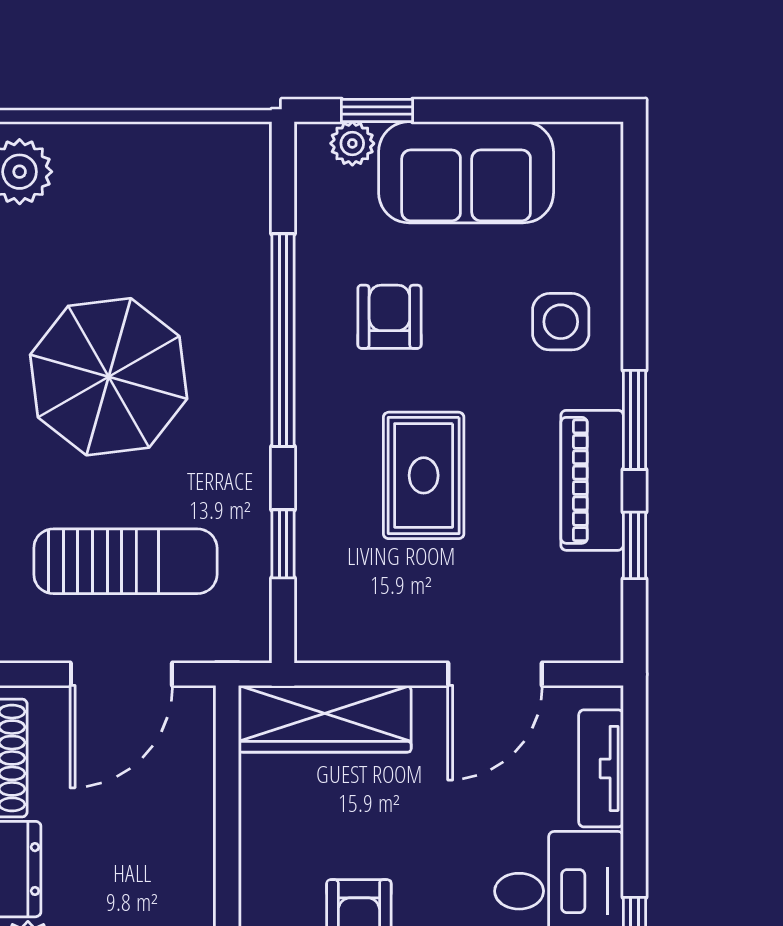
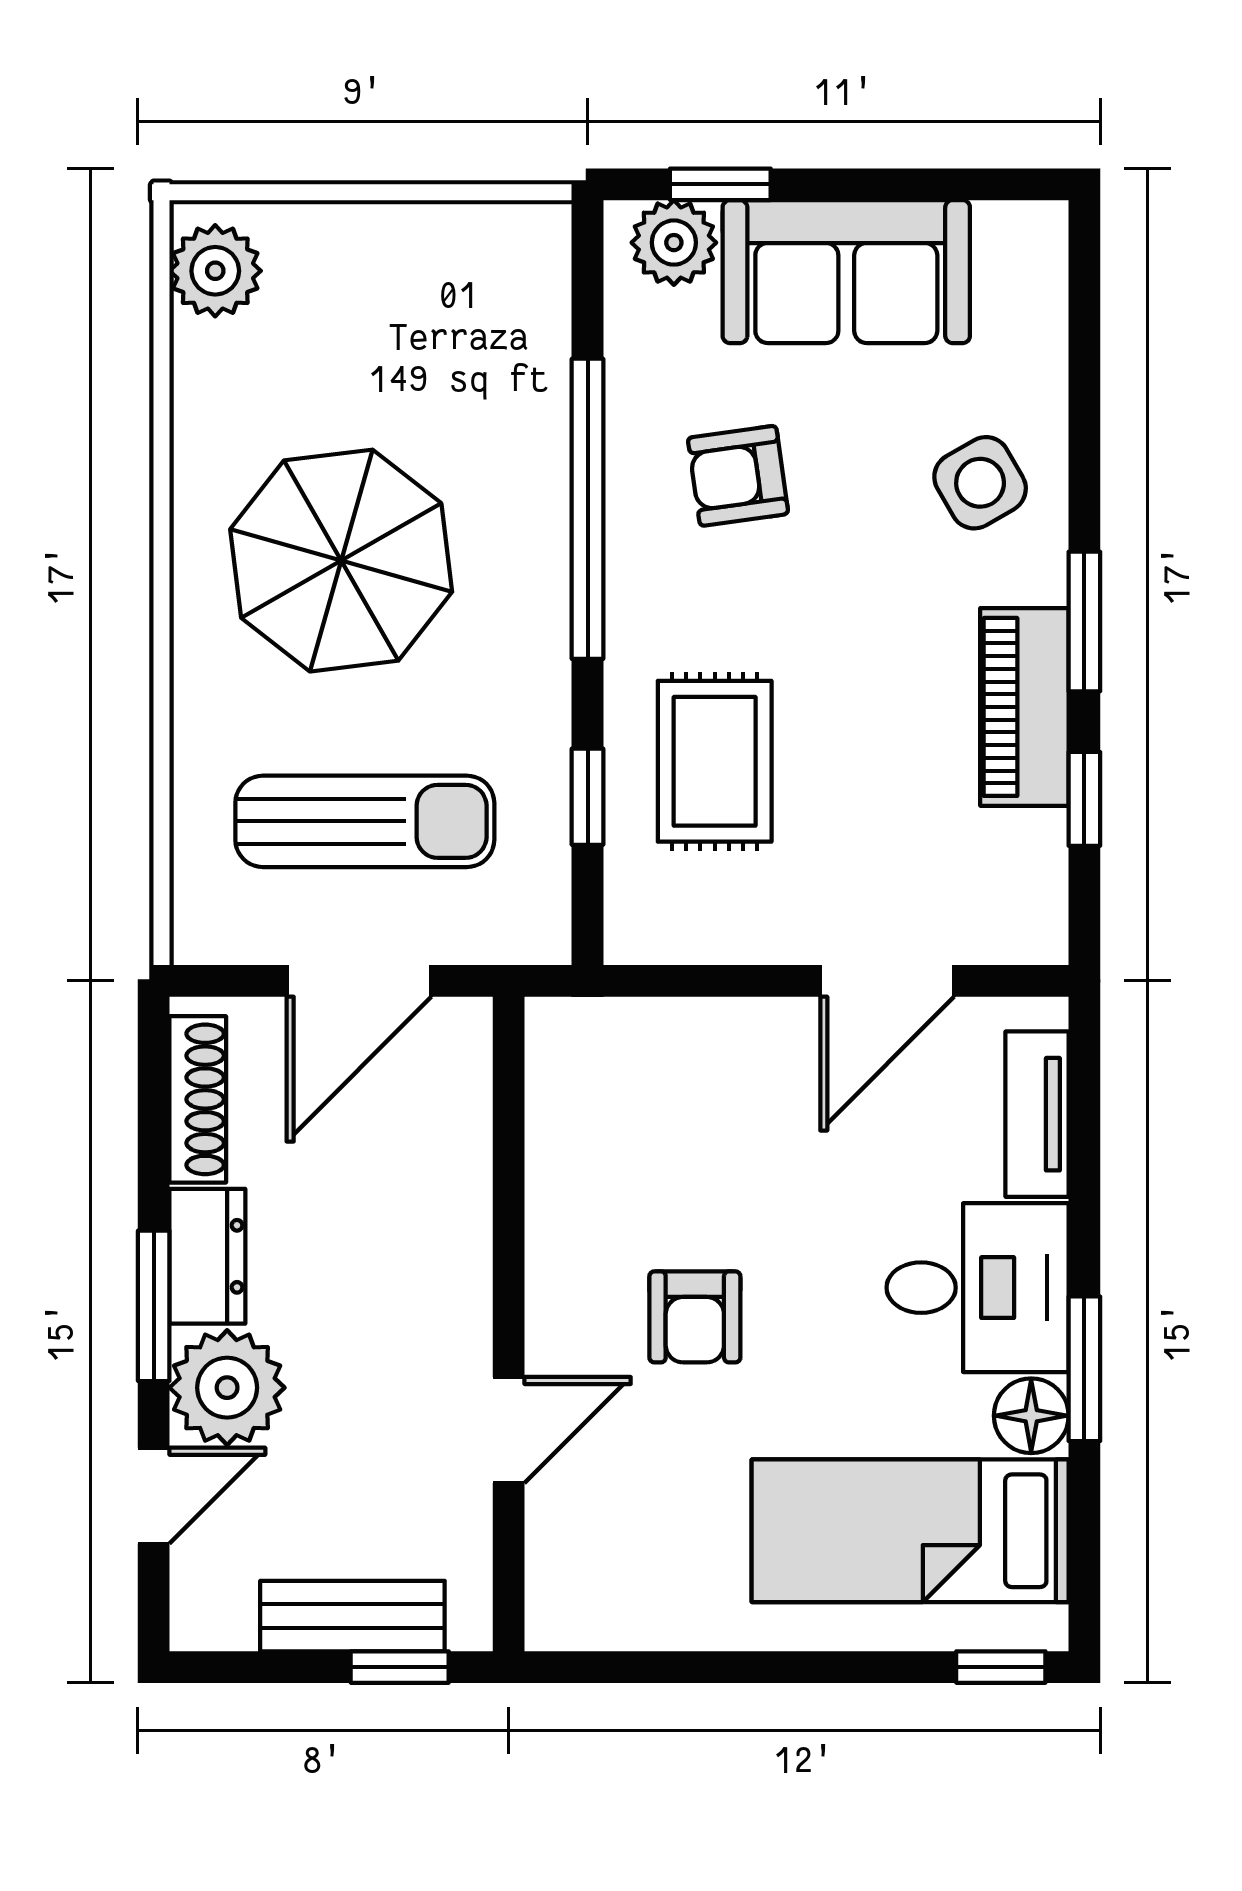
plant: (352, 143) -> (674, 243), width x1.38, depth x1.38
armchair: (389, 317) -> (738, 476), turned -98
side table: (561, 322) -> (980, 483), turned -30
rug: (424, 475) -> (715, 761), moved
wardrobe: (325, 719) -> (646, 1044), removed

